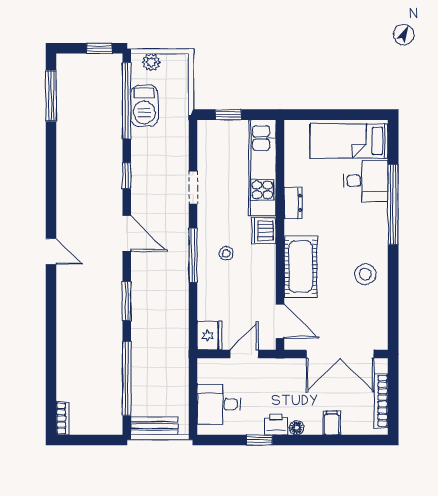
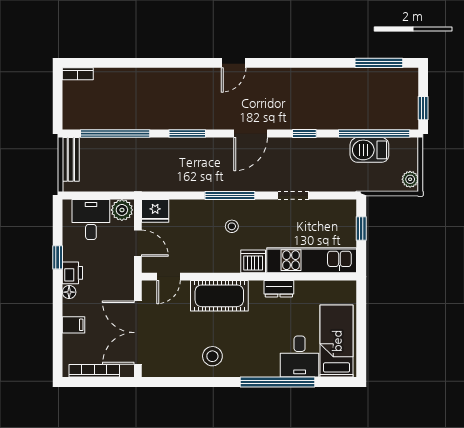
plant: (151, 62) -> (410, 179), moved
door: (280, 321) -> (168, 277), width x0.73
plant: (209, 371) -> (122, 210), added

